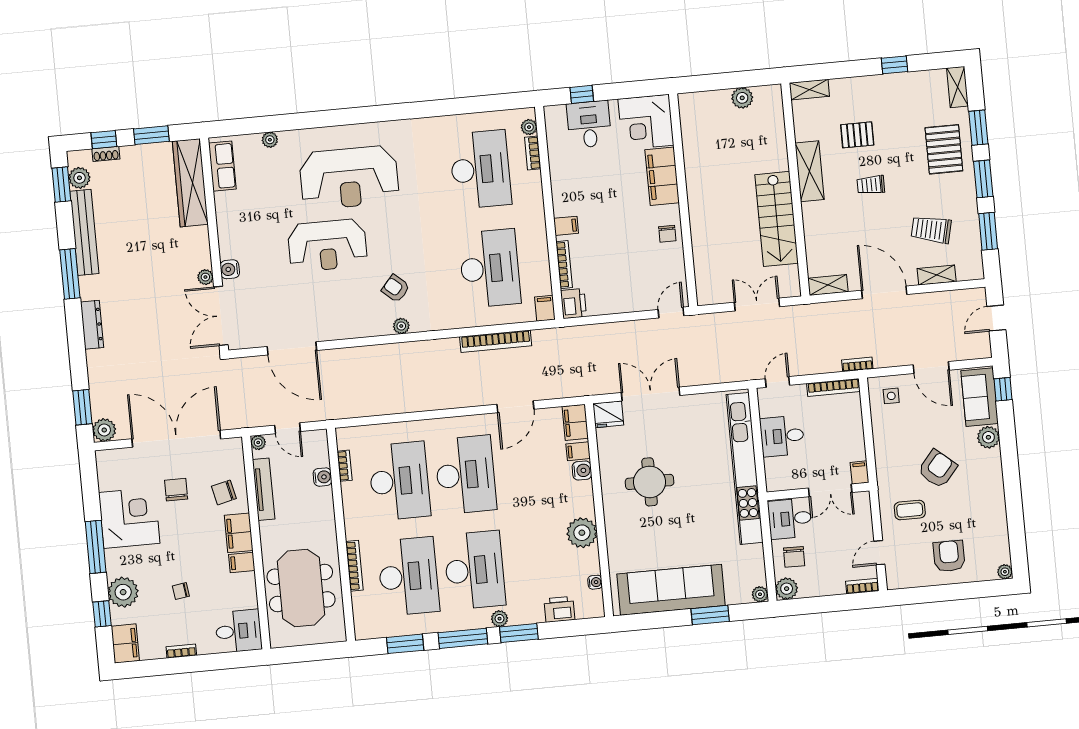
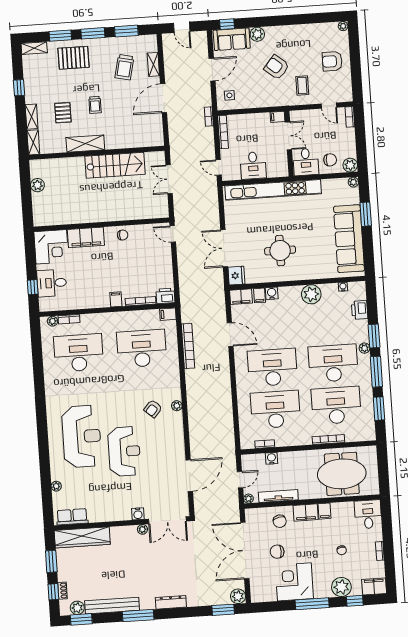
shelving: (828, 285) -> (32, 117), moved

